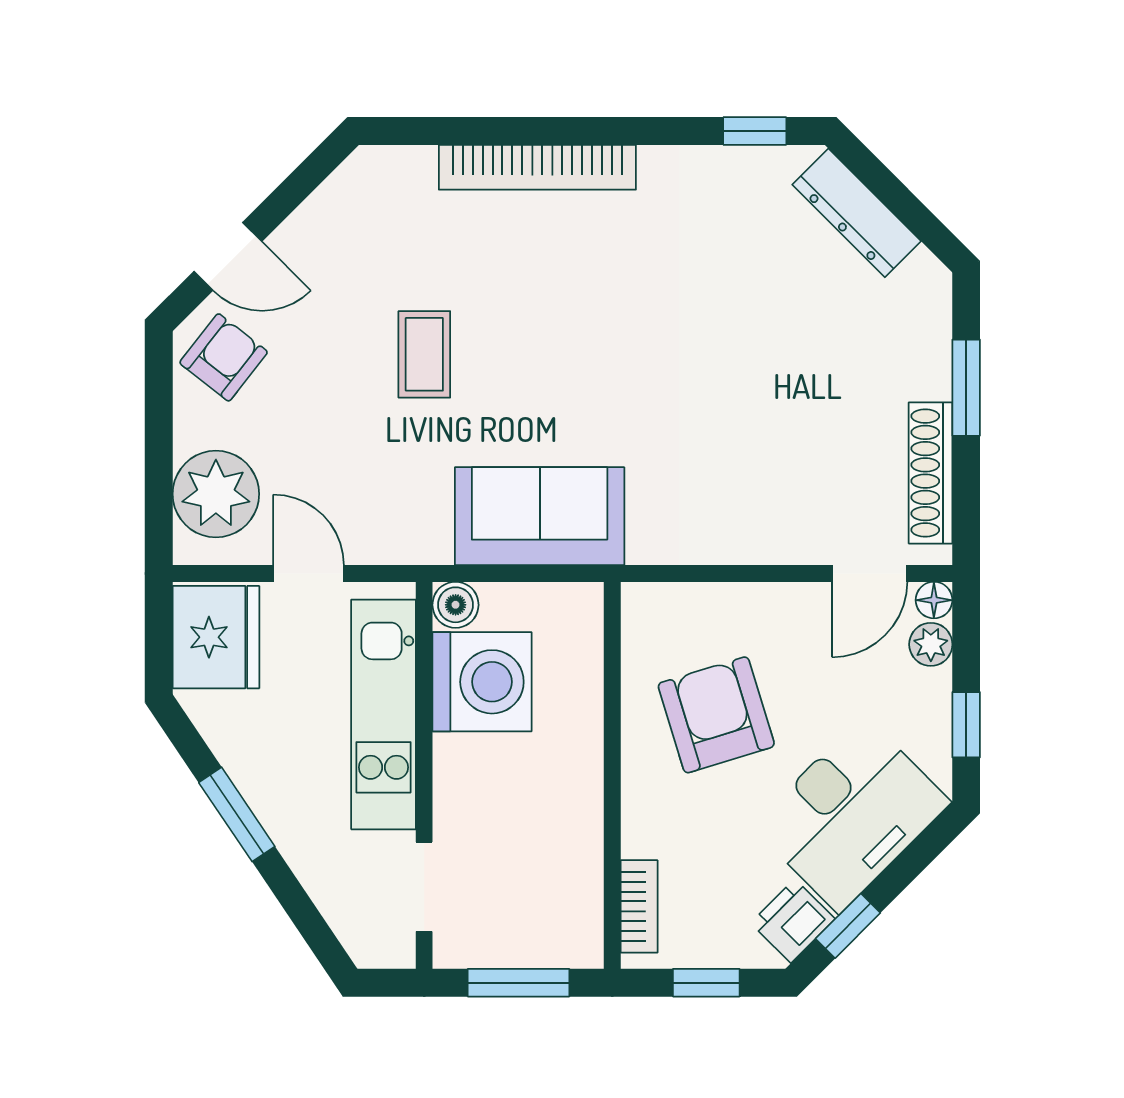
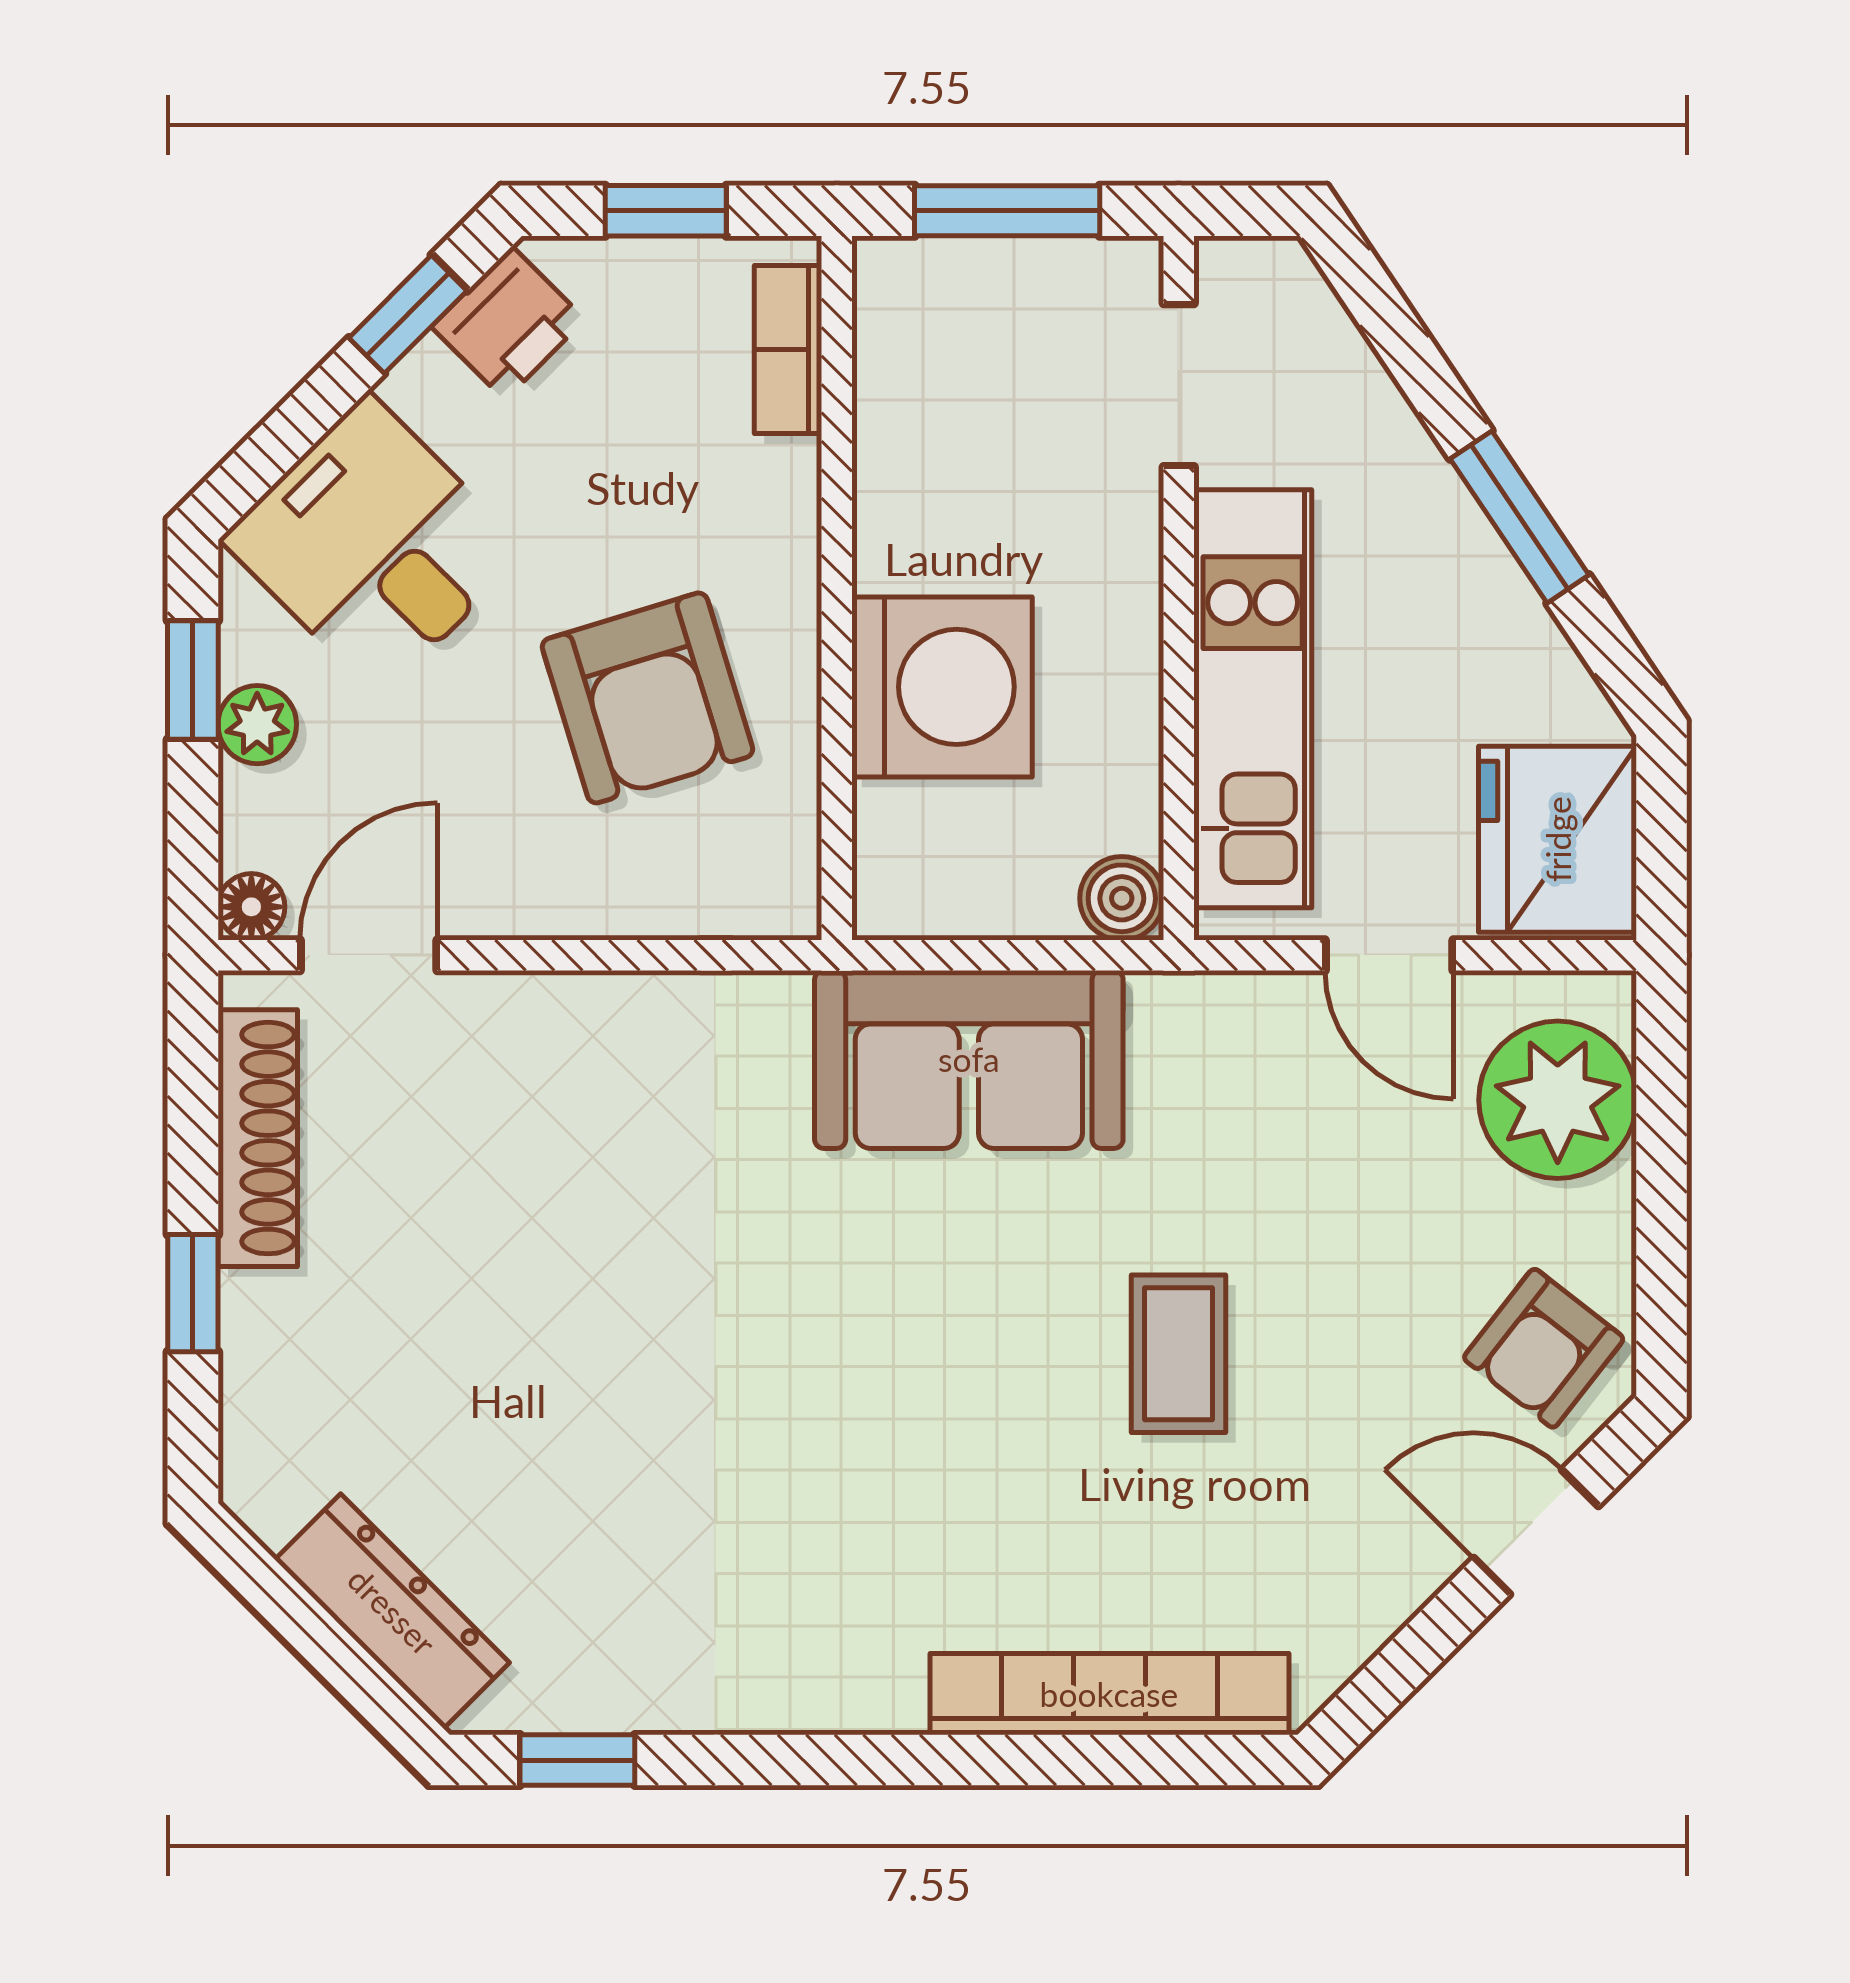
bookcase: (537, 167) -> (1109, 1694), moved
window: (966, 388) -> (193, 1293), width x0.67
plant: (931, 644) -> (257, 725), moved
washing machine: (482, 682) -> (942, 687), moved, turned 180
desk: (851, 814) -> (374, 545), width x0.73

